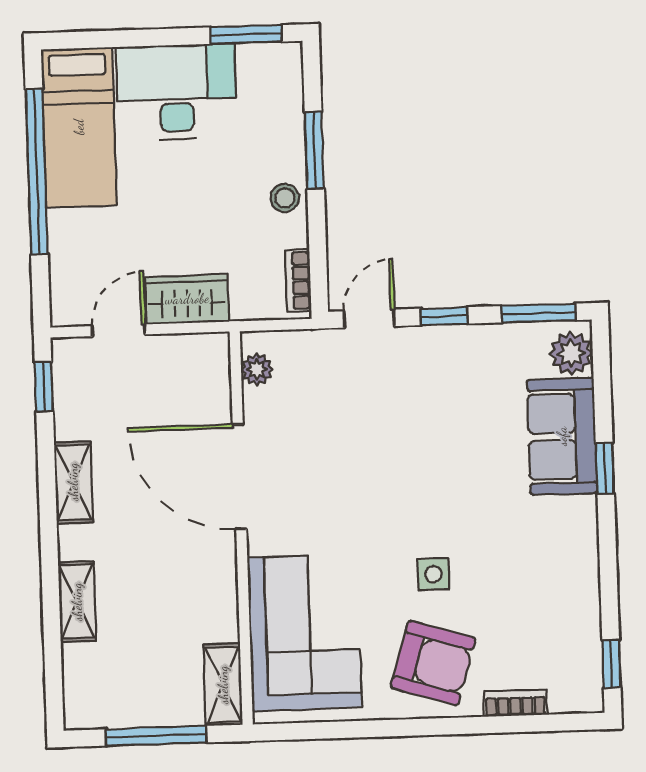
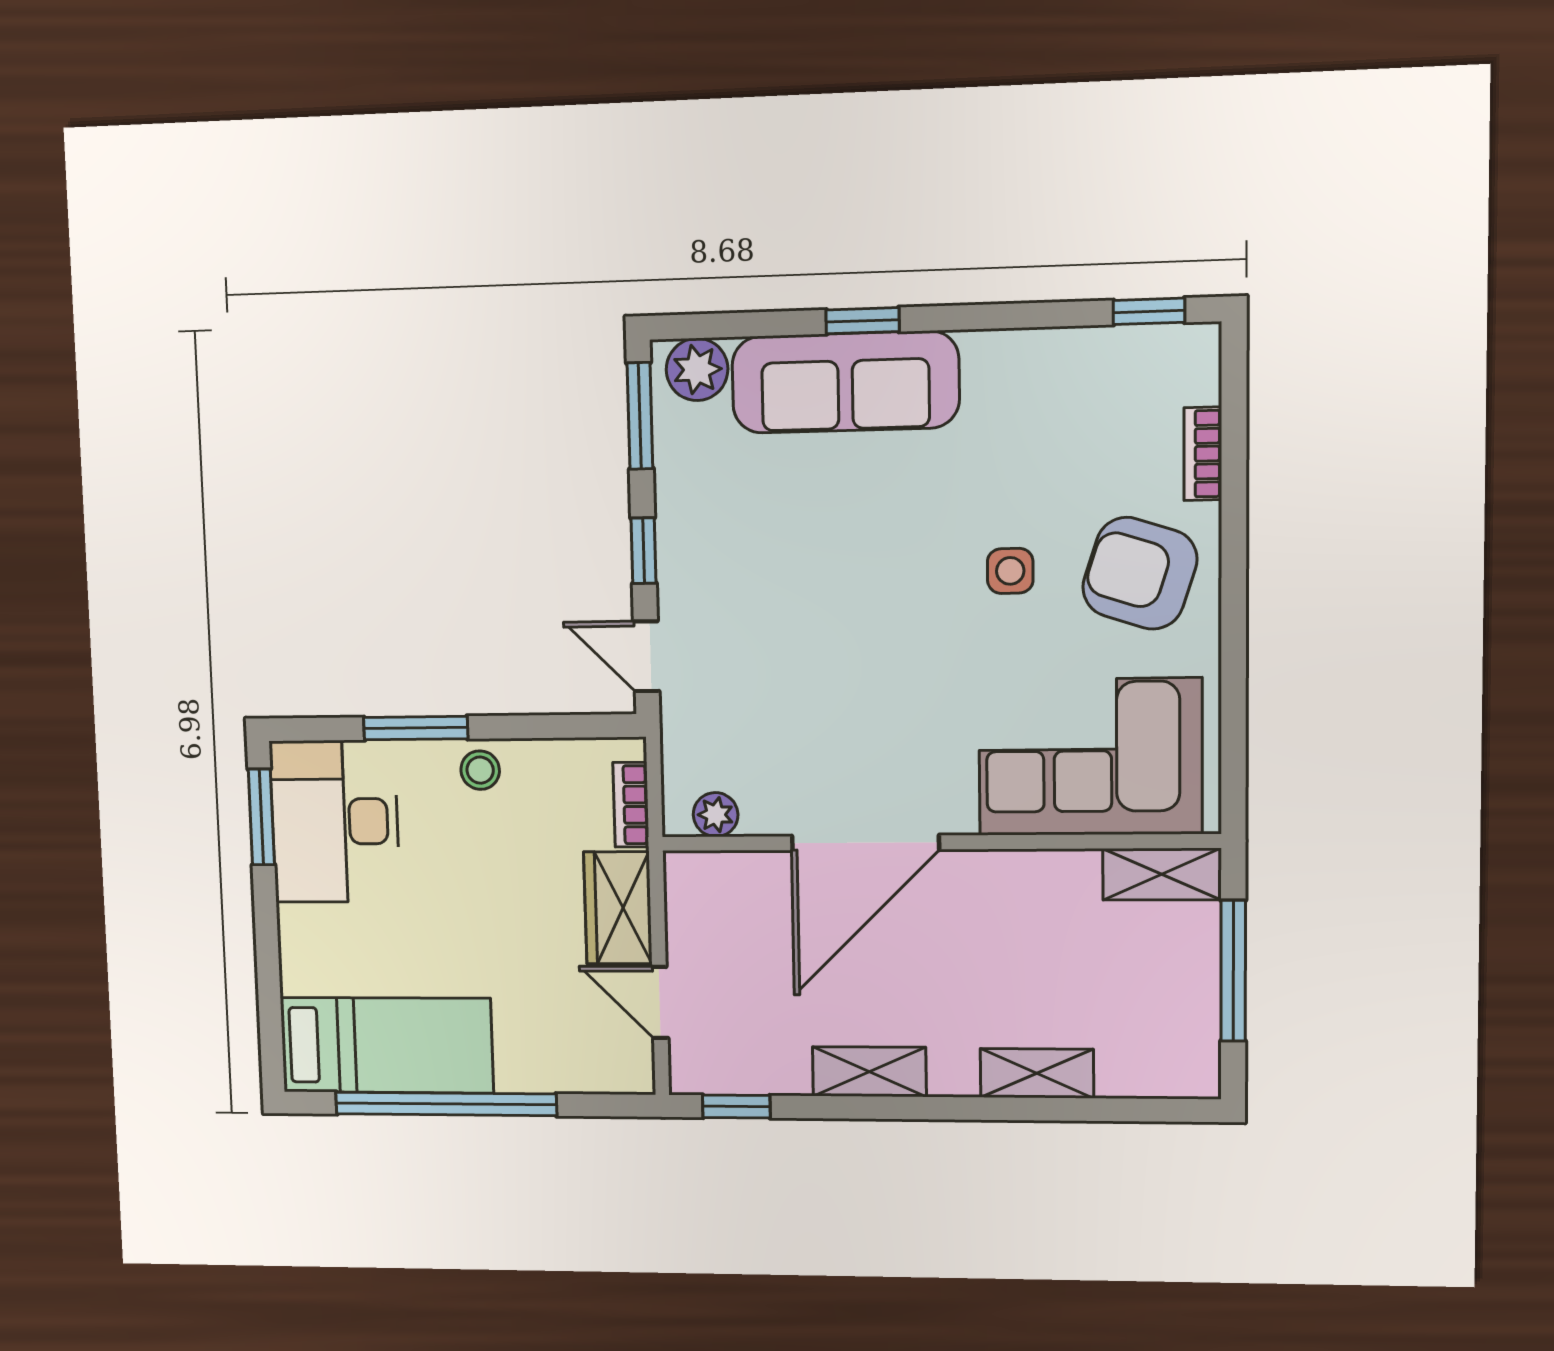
desk: (176, 92) -> (335, 821), moved
bookcase: (298, 281) -> (631, 805), moved, turned 90
sofa: (562, 436) -> (845, 382), width x1.36
armchair: (433, 663) -> (1140, 573), turned -89

